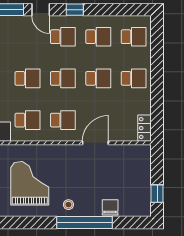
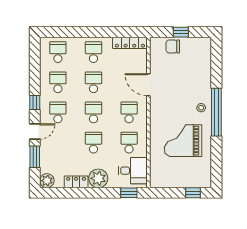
locker: (145, 128) -> (130, 43), width x1.53
window: (157, 194) -> (181, 32), moved
chair: (110, 207) -> (173, 46), moved
window: (85, 223) -> (216, 112), moved

